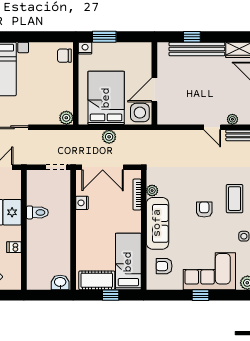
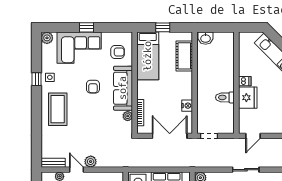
plant: (109, 137) -> (91, 162), moved
coffee table: (235, 199) -> (58, 109), width x1.36, depth x1.32
armchair: (204, 209) -> (93, 87), moved
dishwasher: (14, 247) -> (245, 81), moved
cot: (97, 280) -> (184, 56), moved, turned 90

